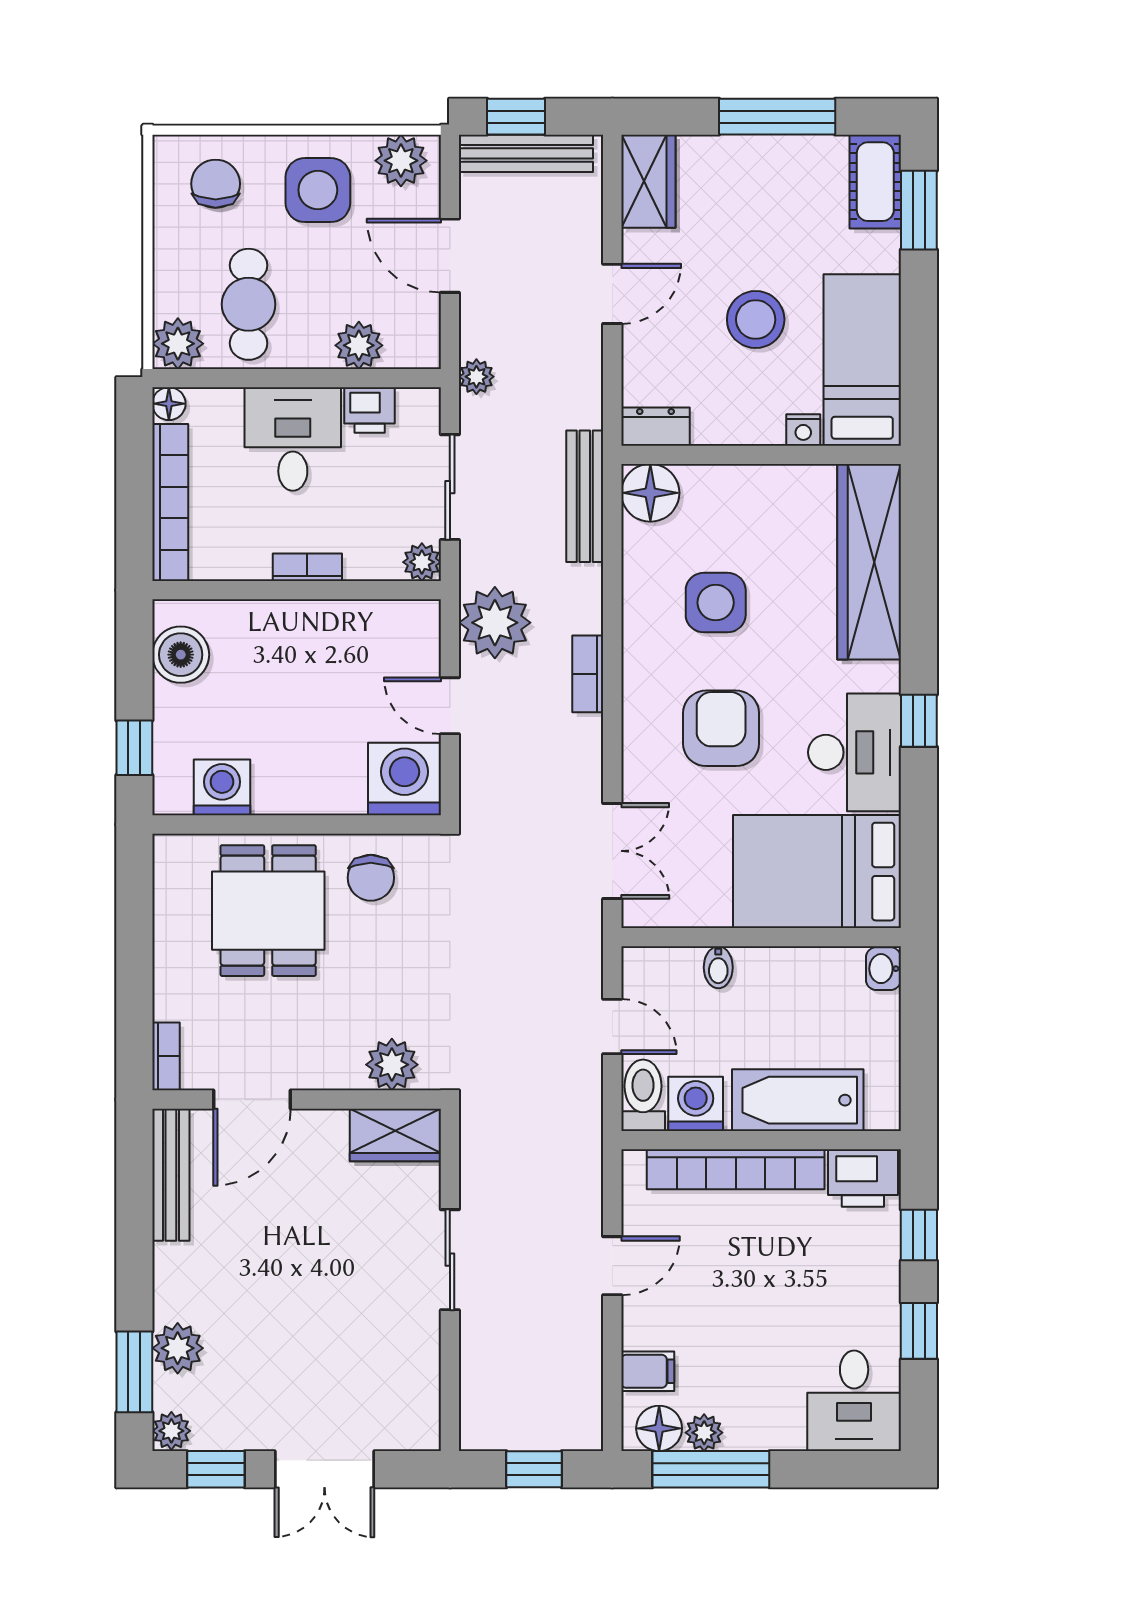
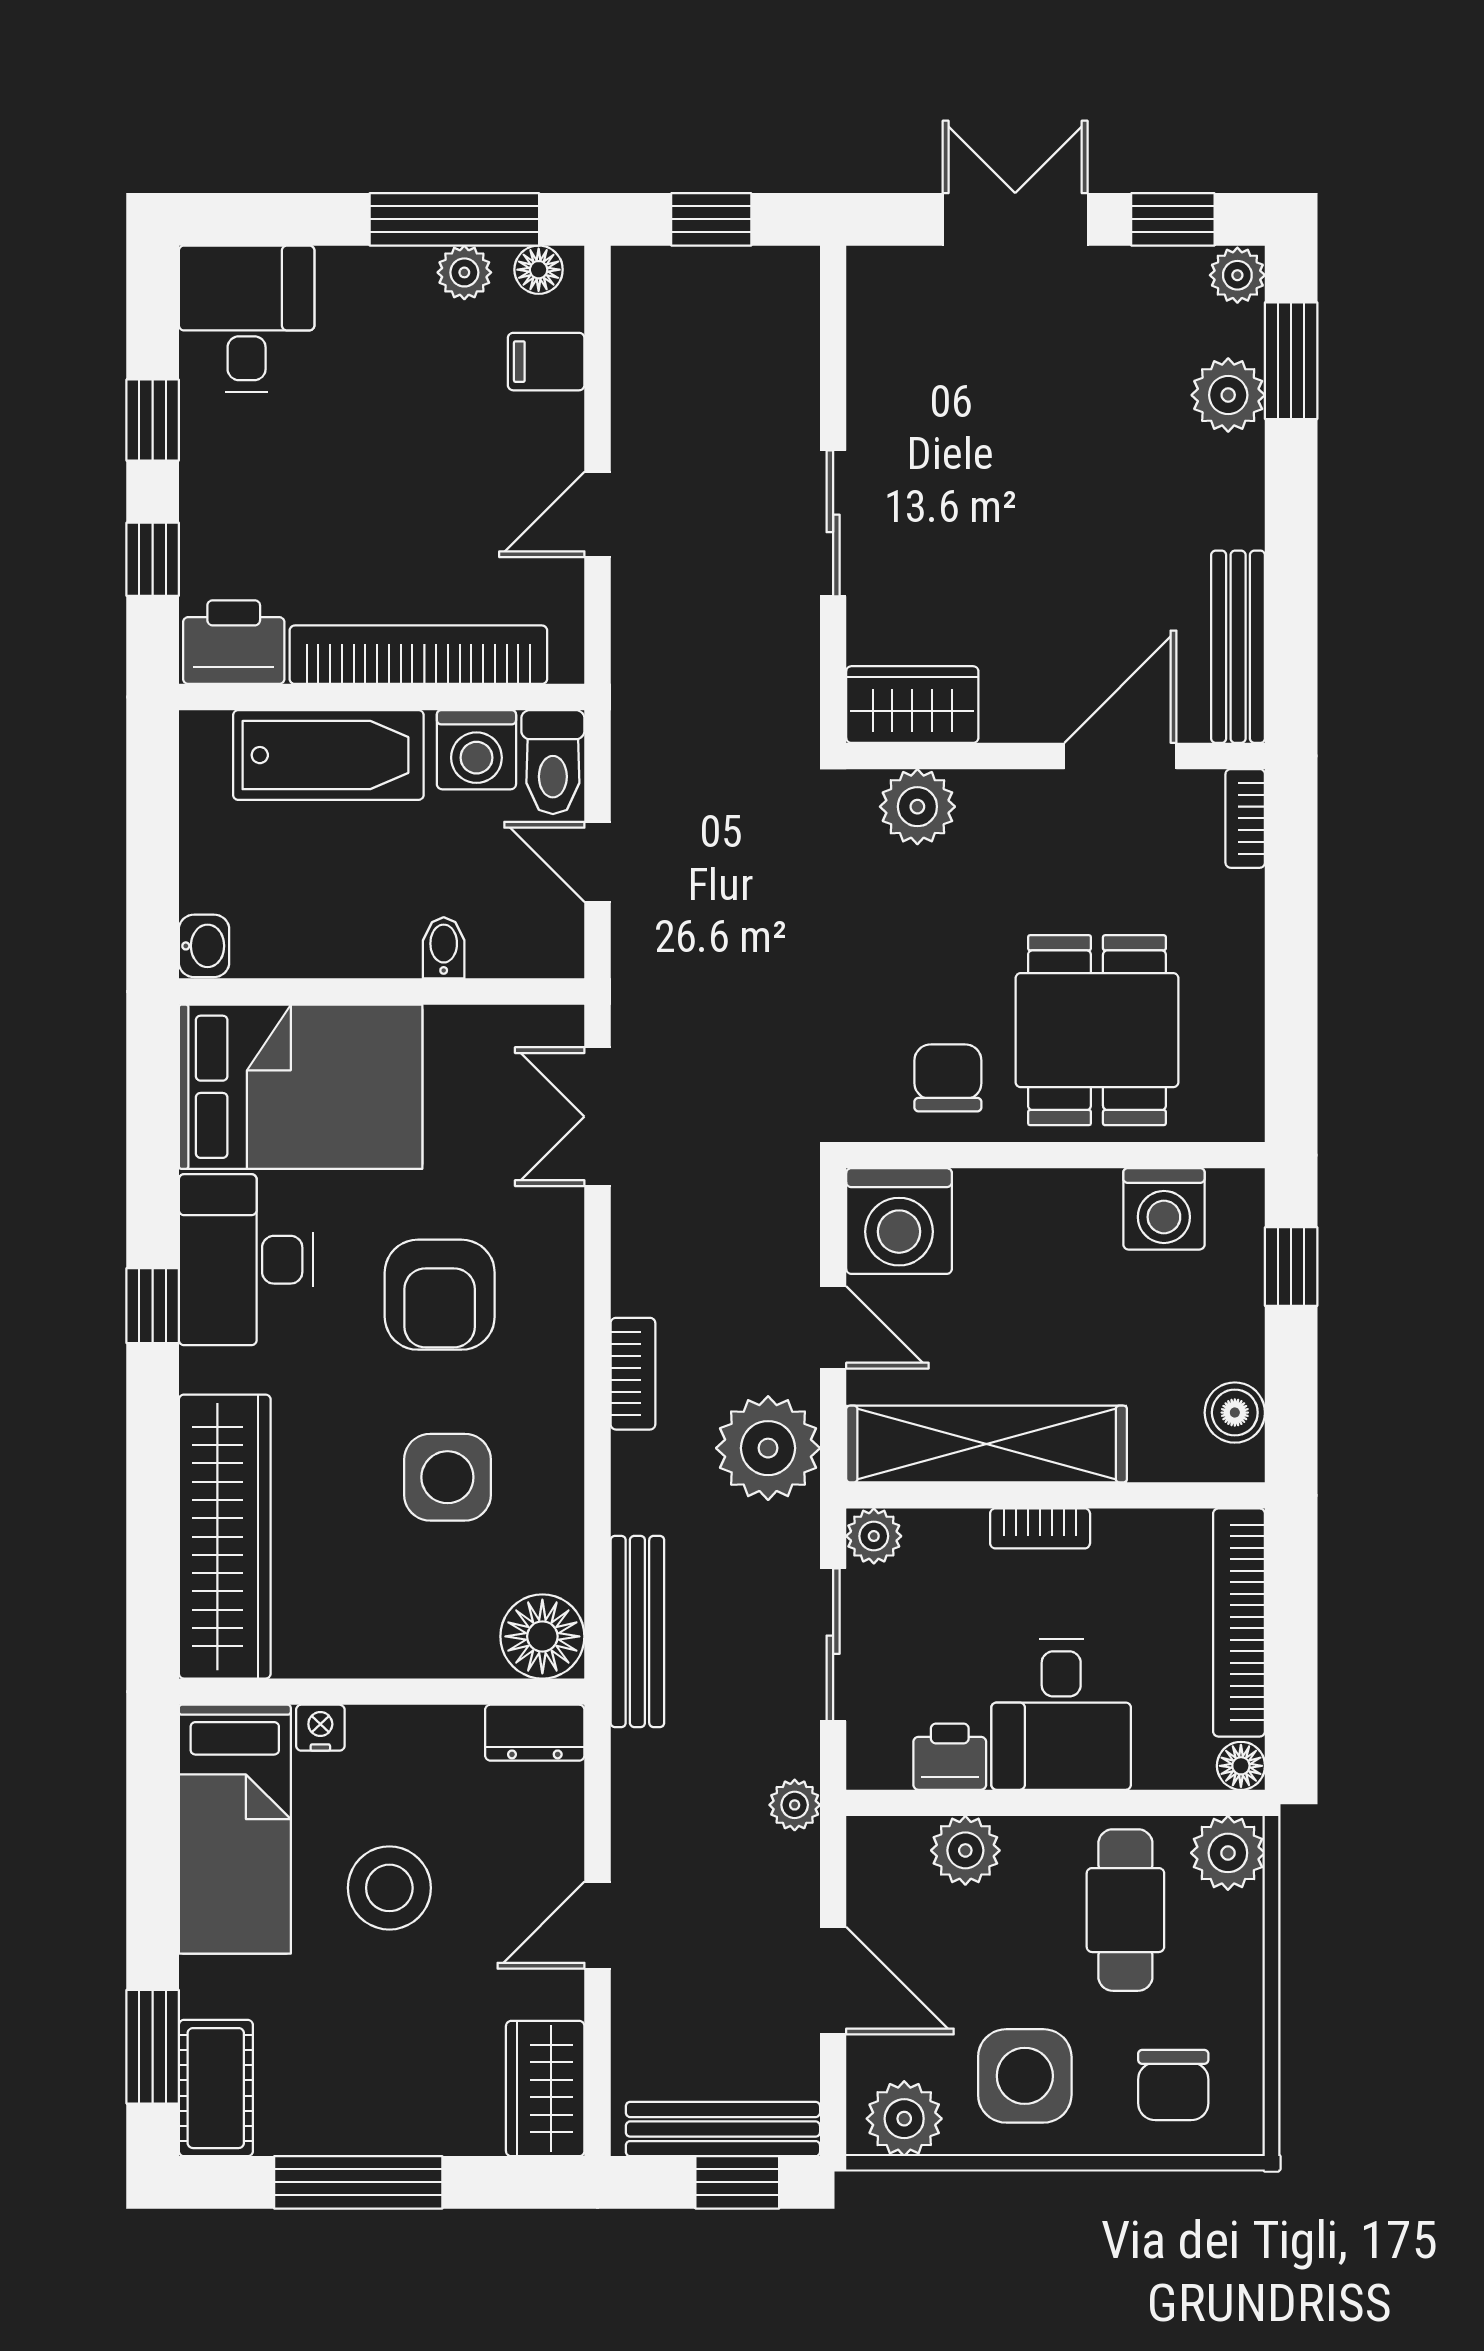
shelving: (344, 625) -> (987, 1444), added
boiler: (181, 655) -> (1235, 1413), width x0.73, depth x0.73
floor lamp: (659, 1428) -> (539, 270), width x0.73, depth x0.73

